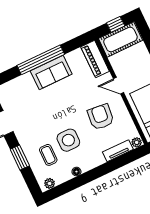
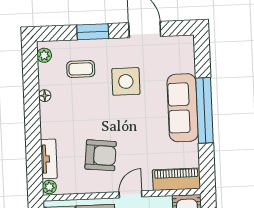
sofa: (51, 72) -> (183, 108), width x1.36
side table: (68, 140) -> (126, 81), moved

